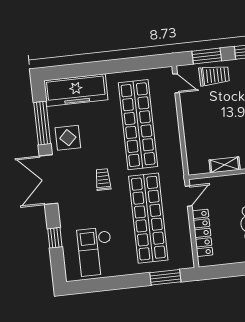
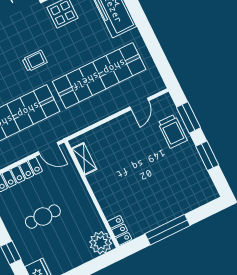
door: (176, 83) -> (139, 104), moved
shelving: (225, 165) -> (84, 159), moved

